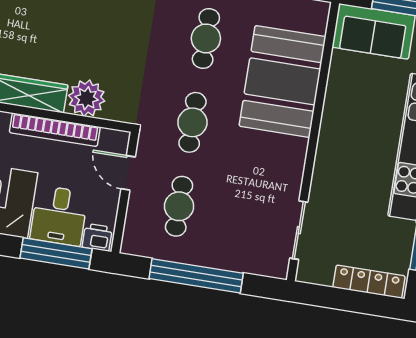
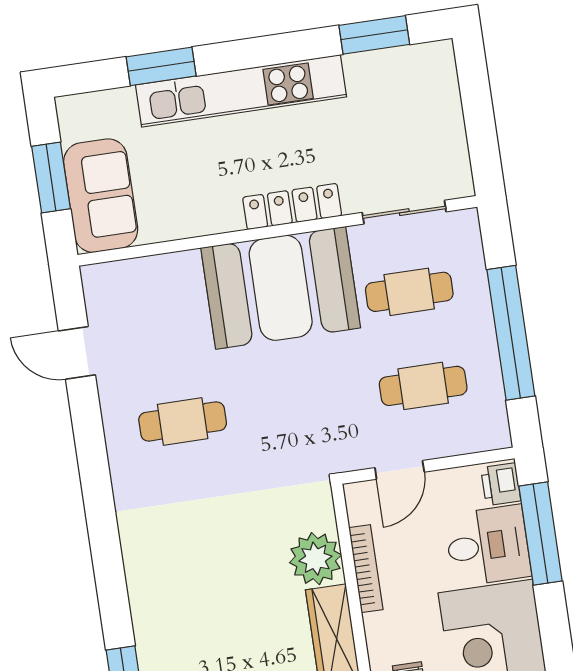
booth: (282, 81) -> (281, 288), moved
cafe table: (192, 122) -> (409, 292), moved
bookcase: (55, 130) -> (366, 569), width x0.68, depth x0.76
locker: (369, 282) -> (292, 207), moved, turned 90

